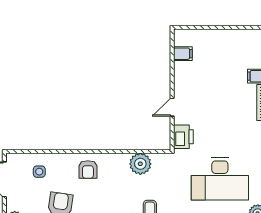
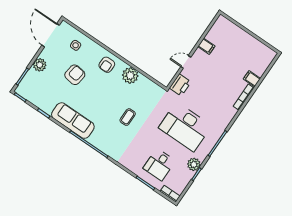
filing cabinet: (183, 54) -> (206, 46), moved
plant: (140, 164) -> (130, 76), moved

